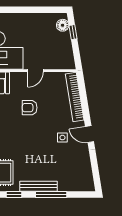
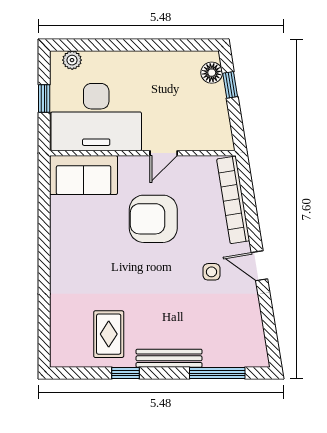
armchair: (30, 108) -> (153, 219), width x1.88, depth x1.88
window: (51, 195) -> (217, 373), moved

